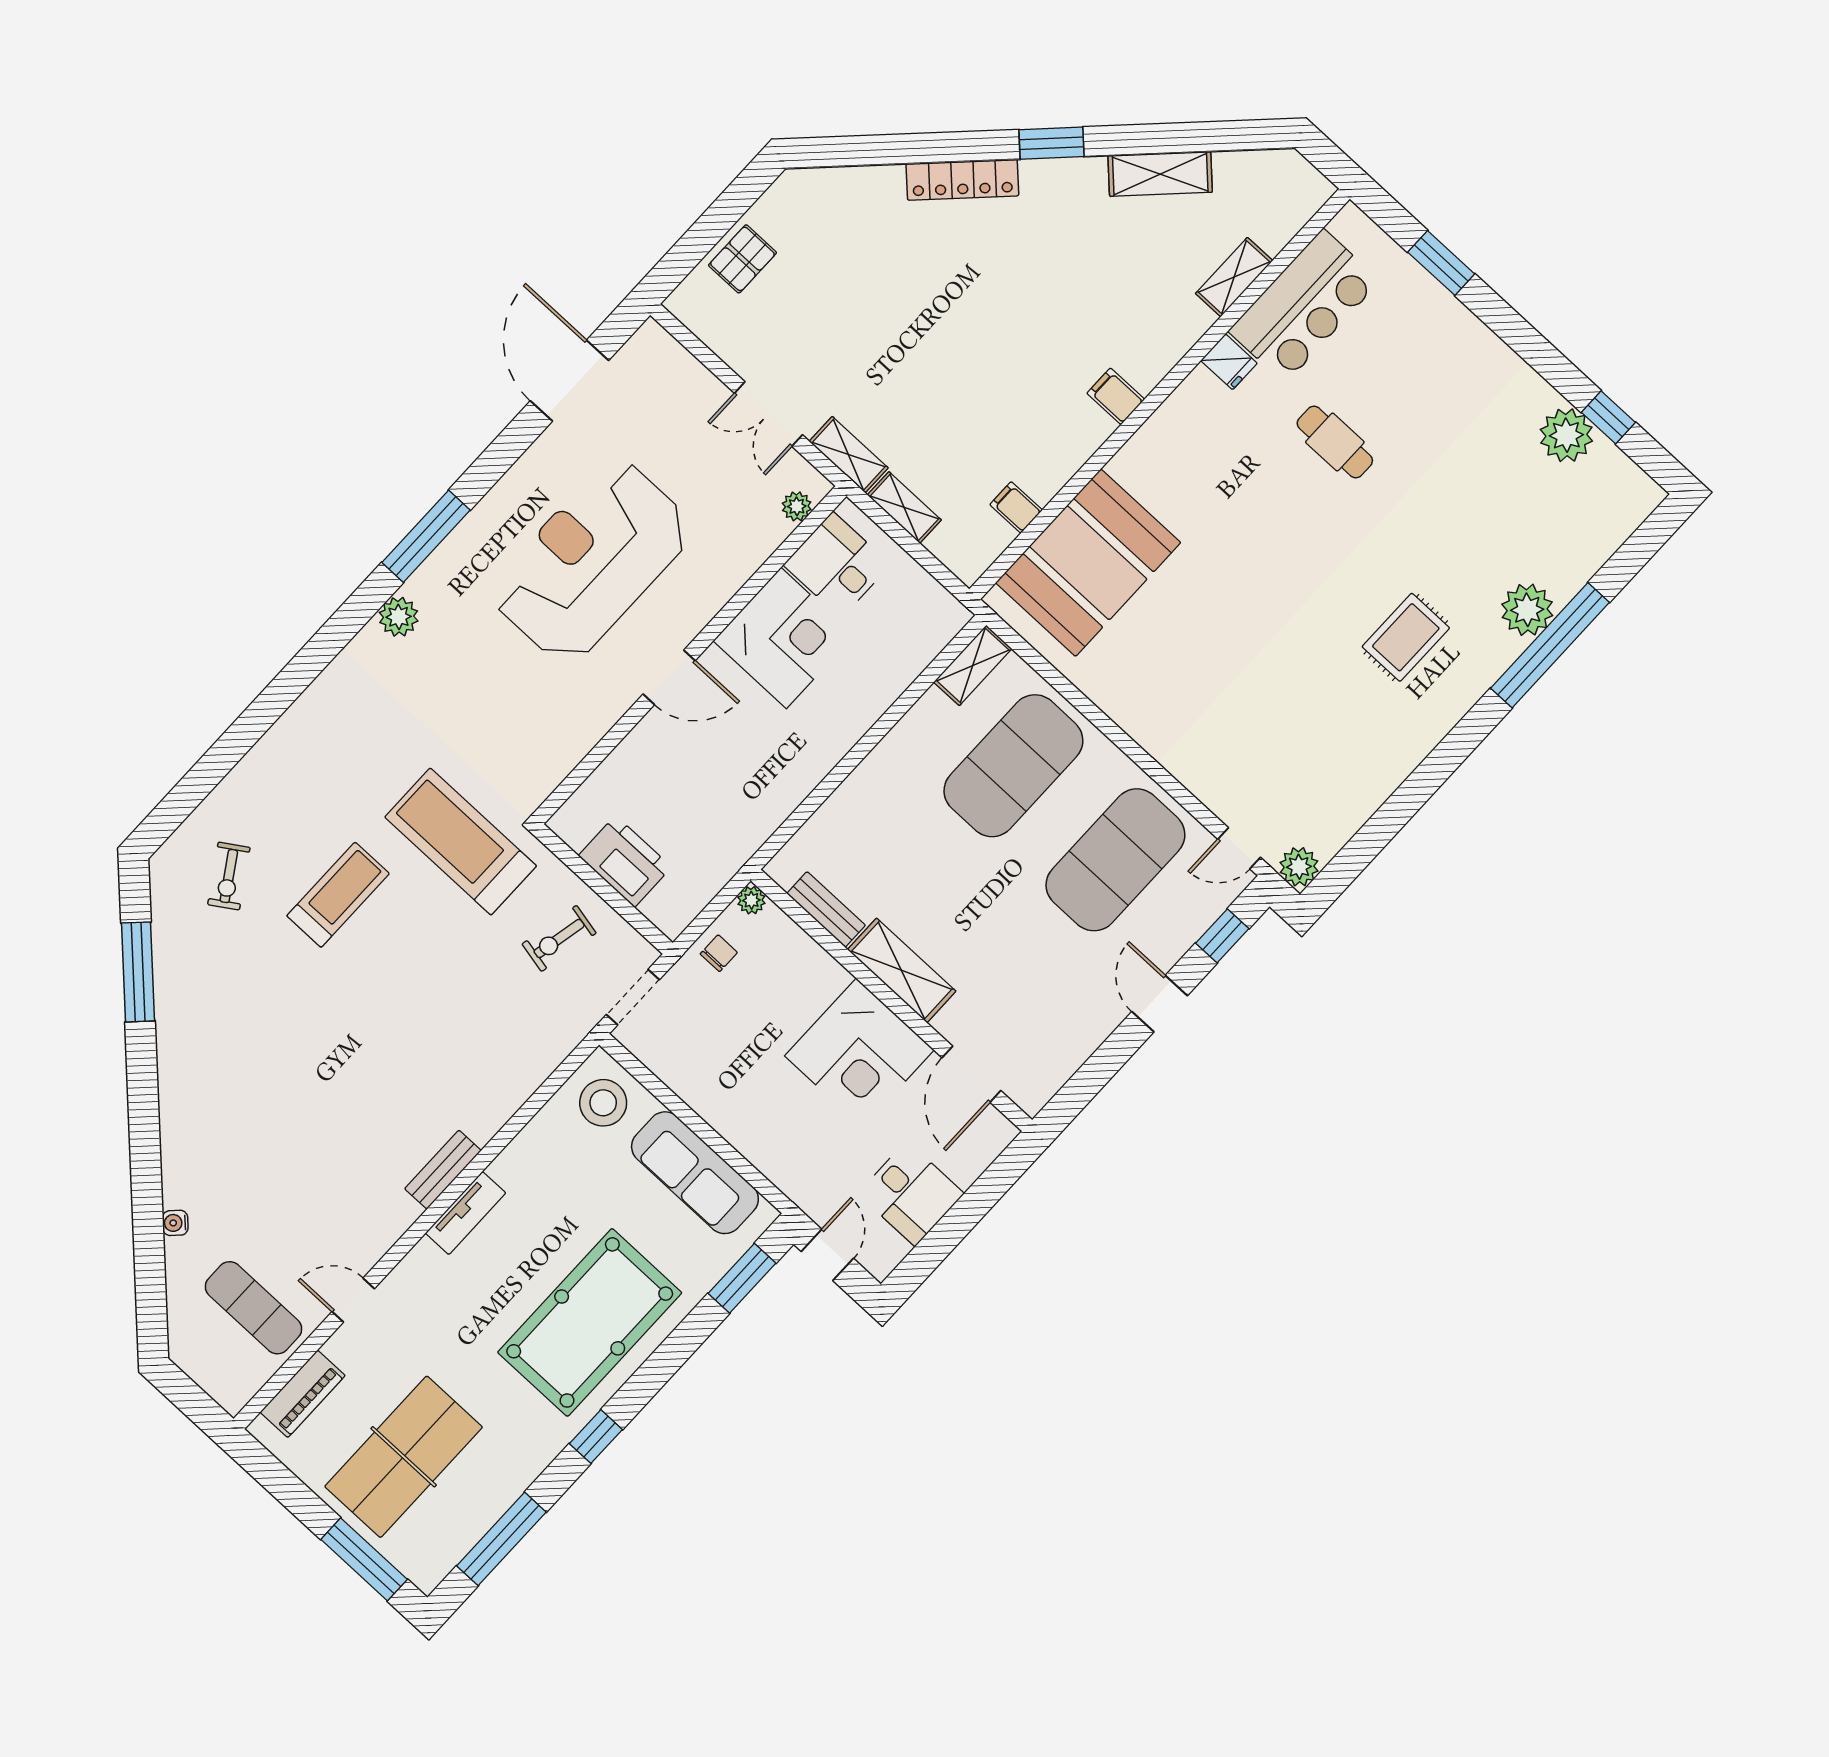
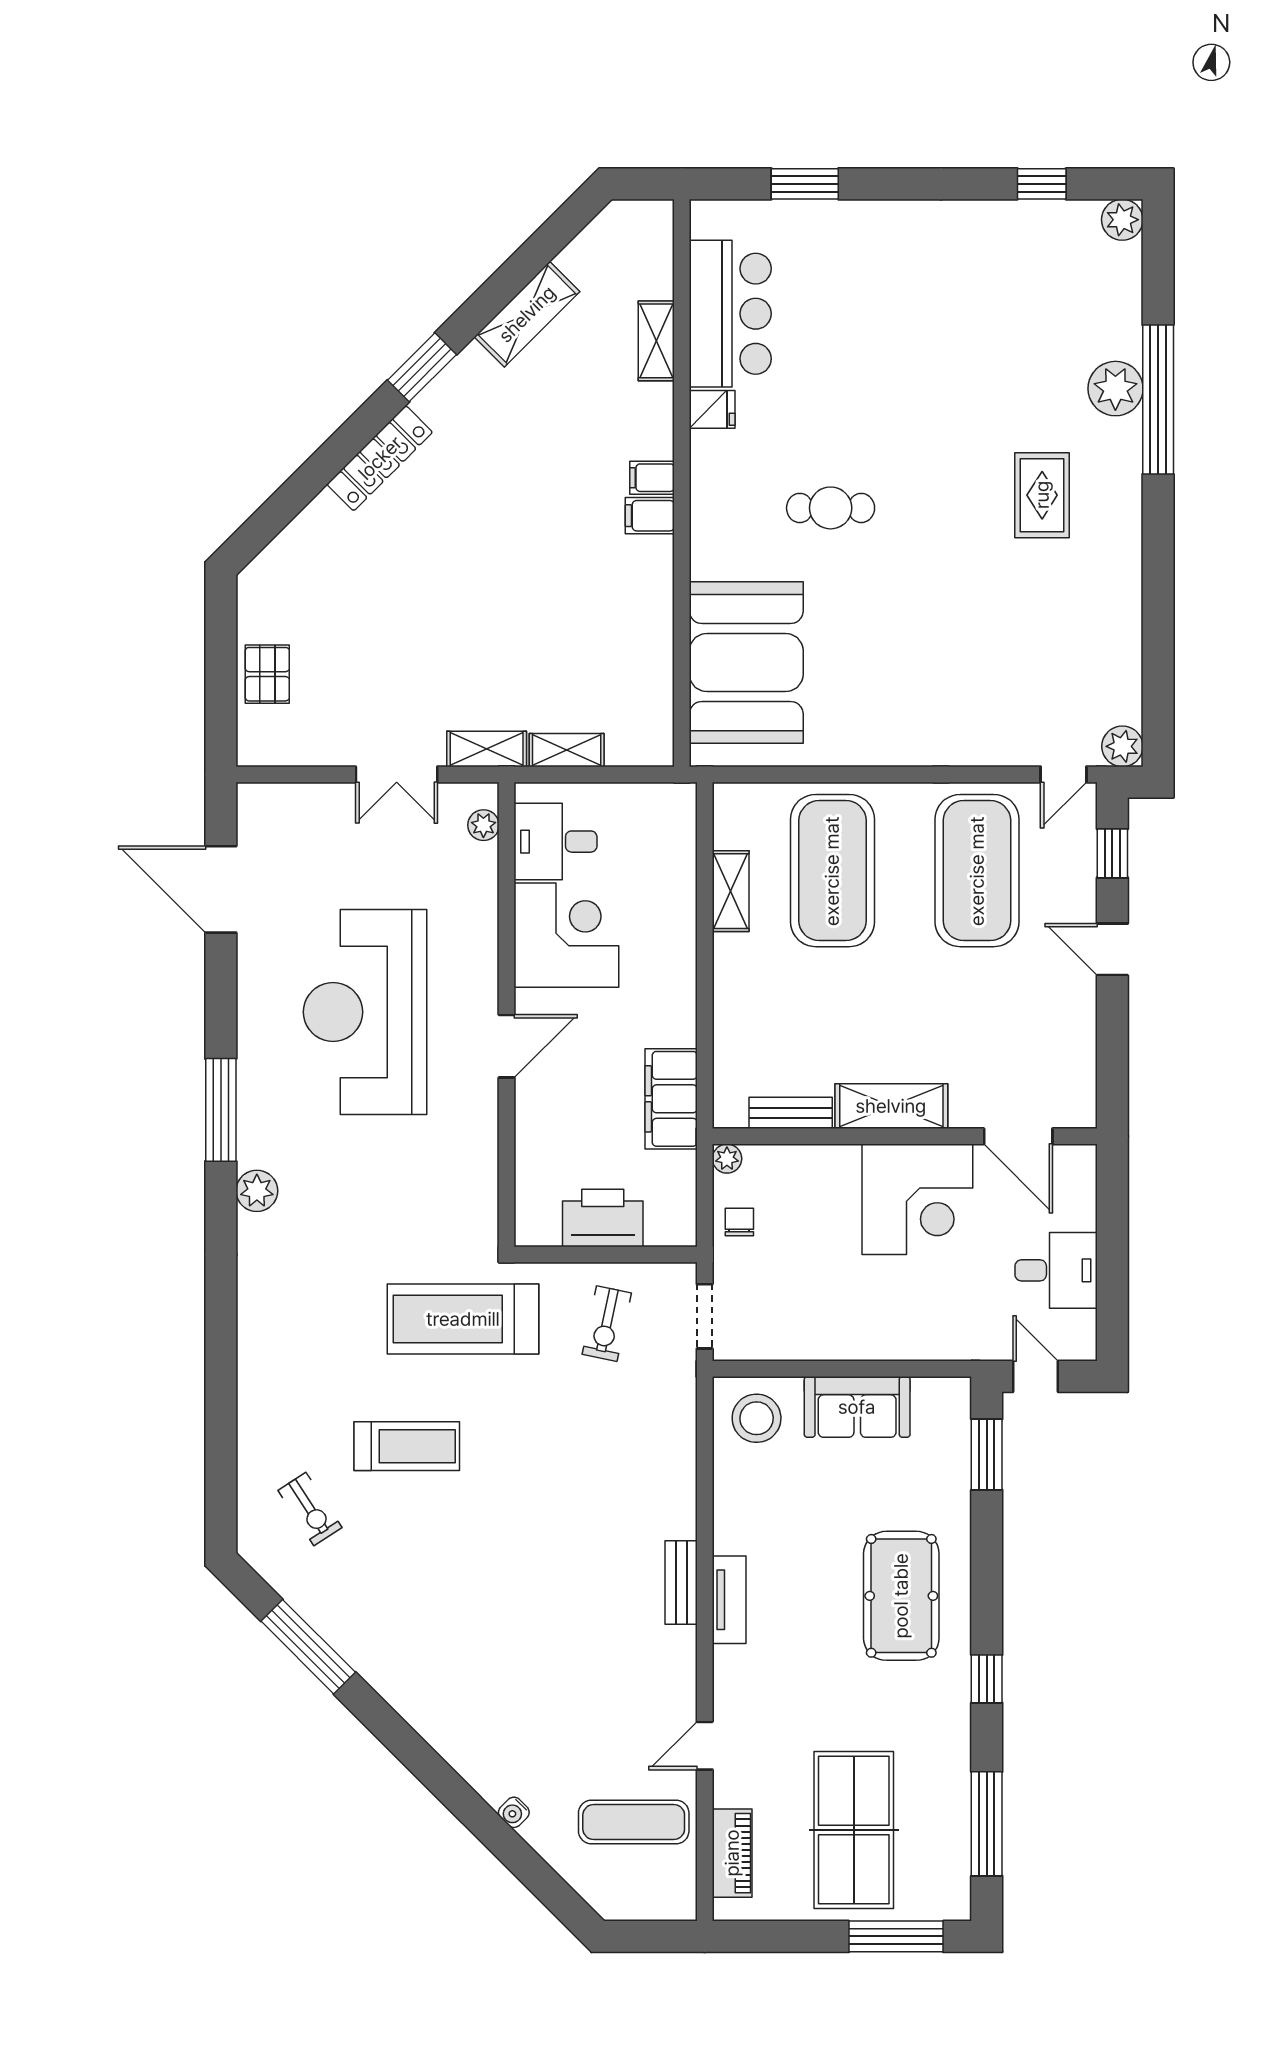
plant: (1566, 435) -> (1122, 220), moved, width x0.73, depth x0.73
cafe table: (1335, 442) -> (831, 508), moved
filing cabinet: (1016, 507) -> (652, 478), moved
shelving: (973, 665) -> (731, 891), moved
filing cabinet: (751, 822) -> (671, 1099), added
treadmill: (338, 895) -> (407, 1446), turned 90
sofa: (695, 1173) -> (857, 1407), width x0.73
pool table: (590, 1322) -> (901, 1596), width x0.73, depth x0.76

